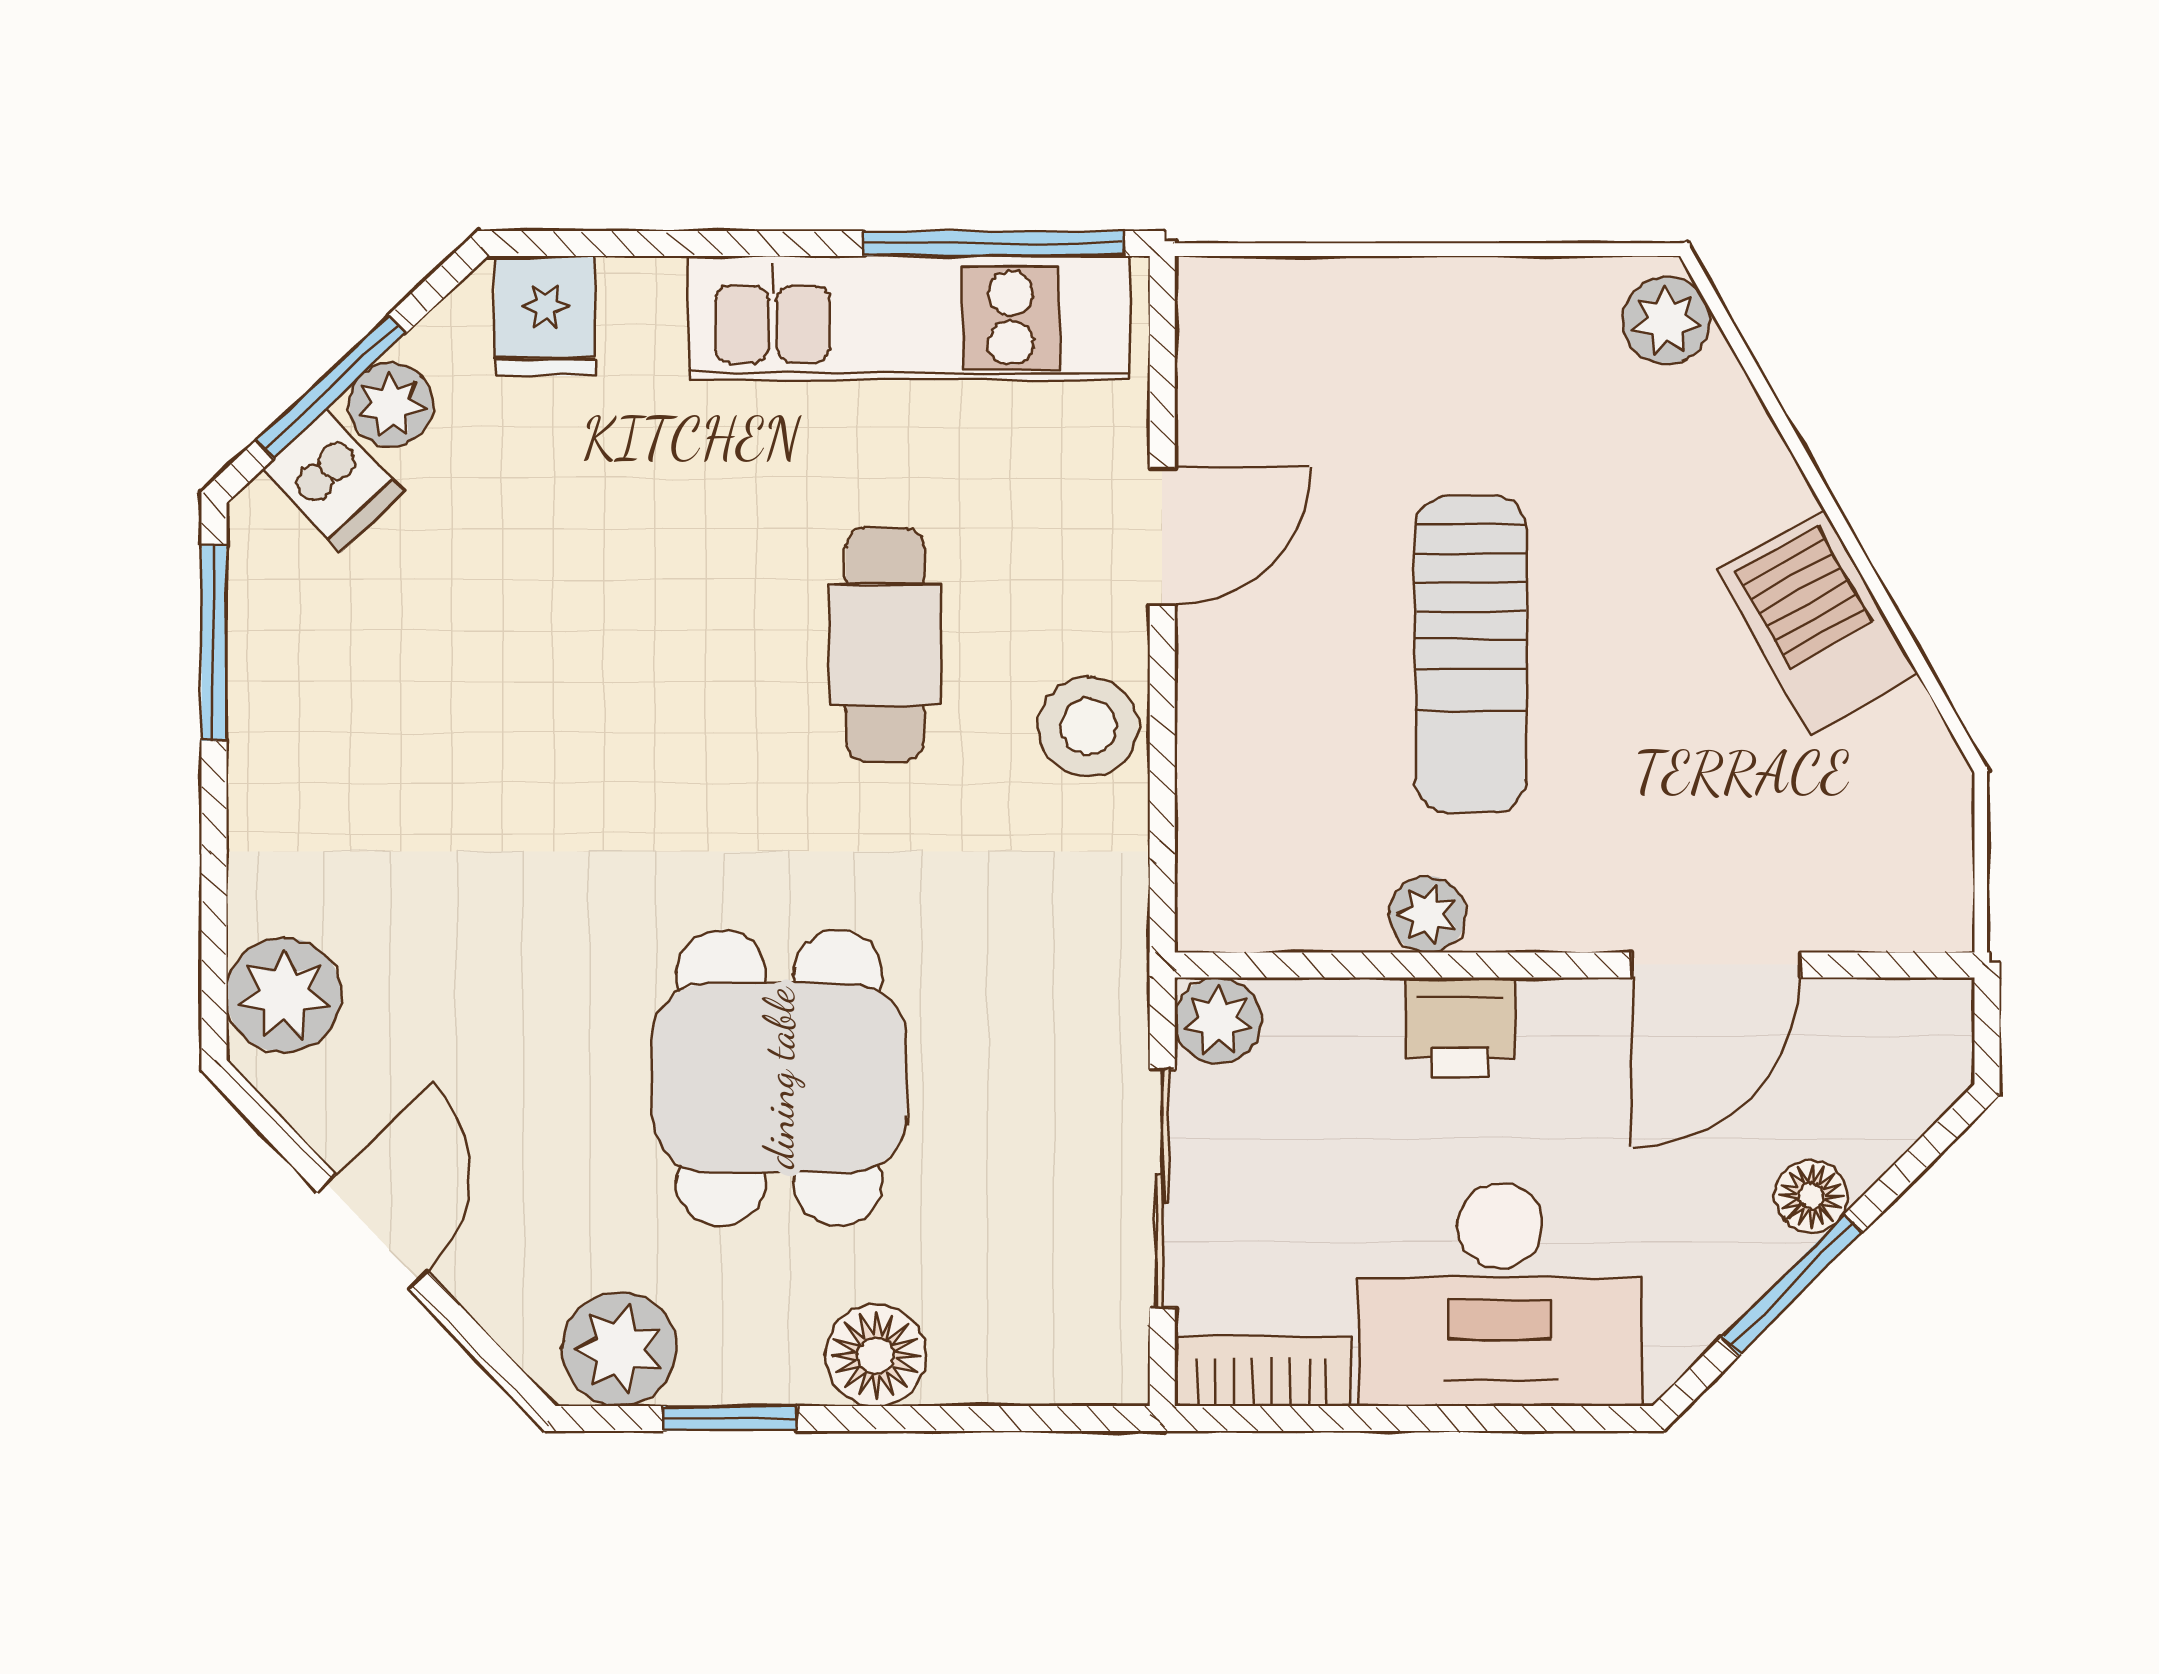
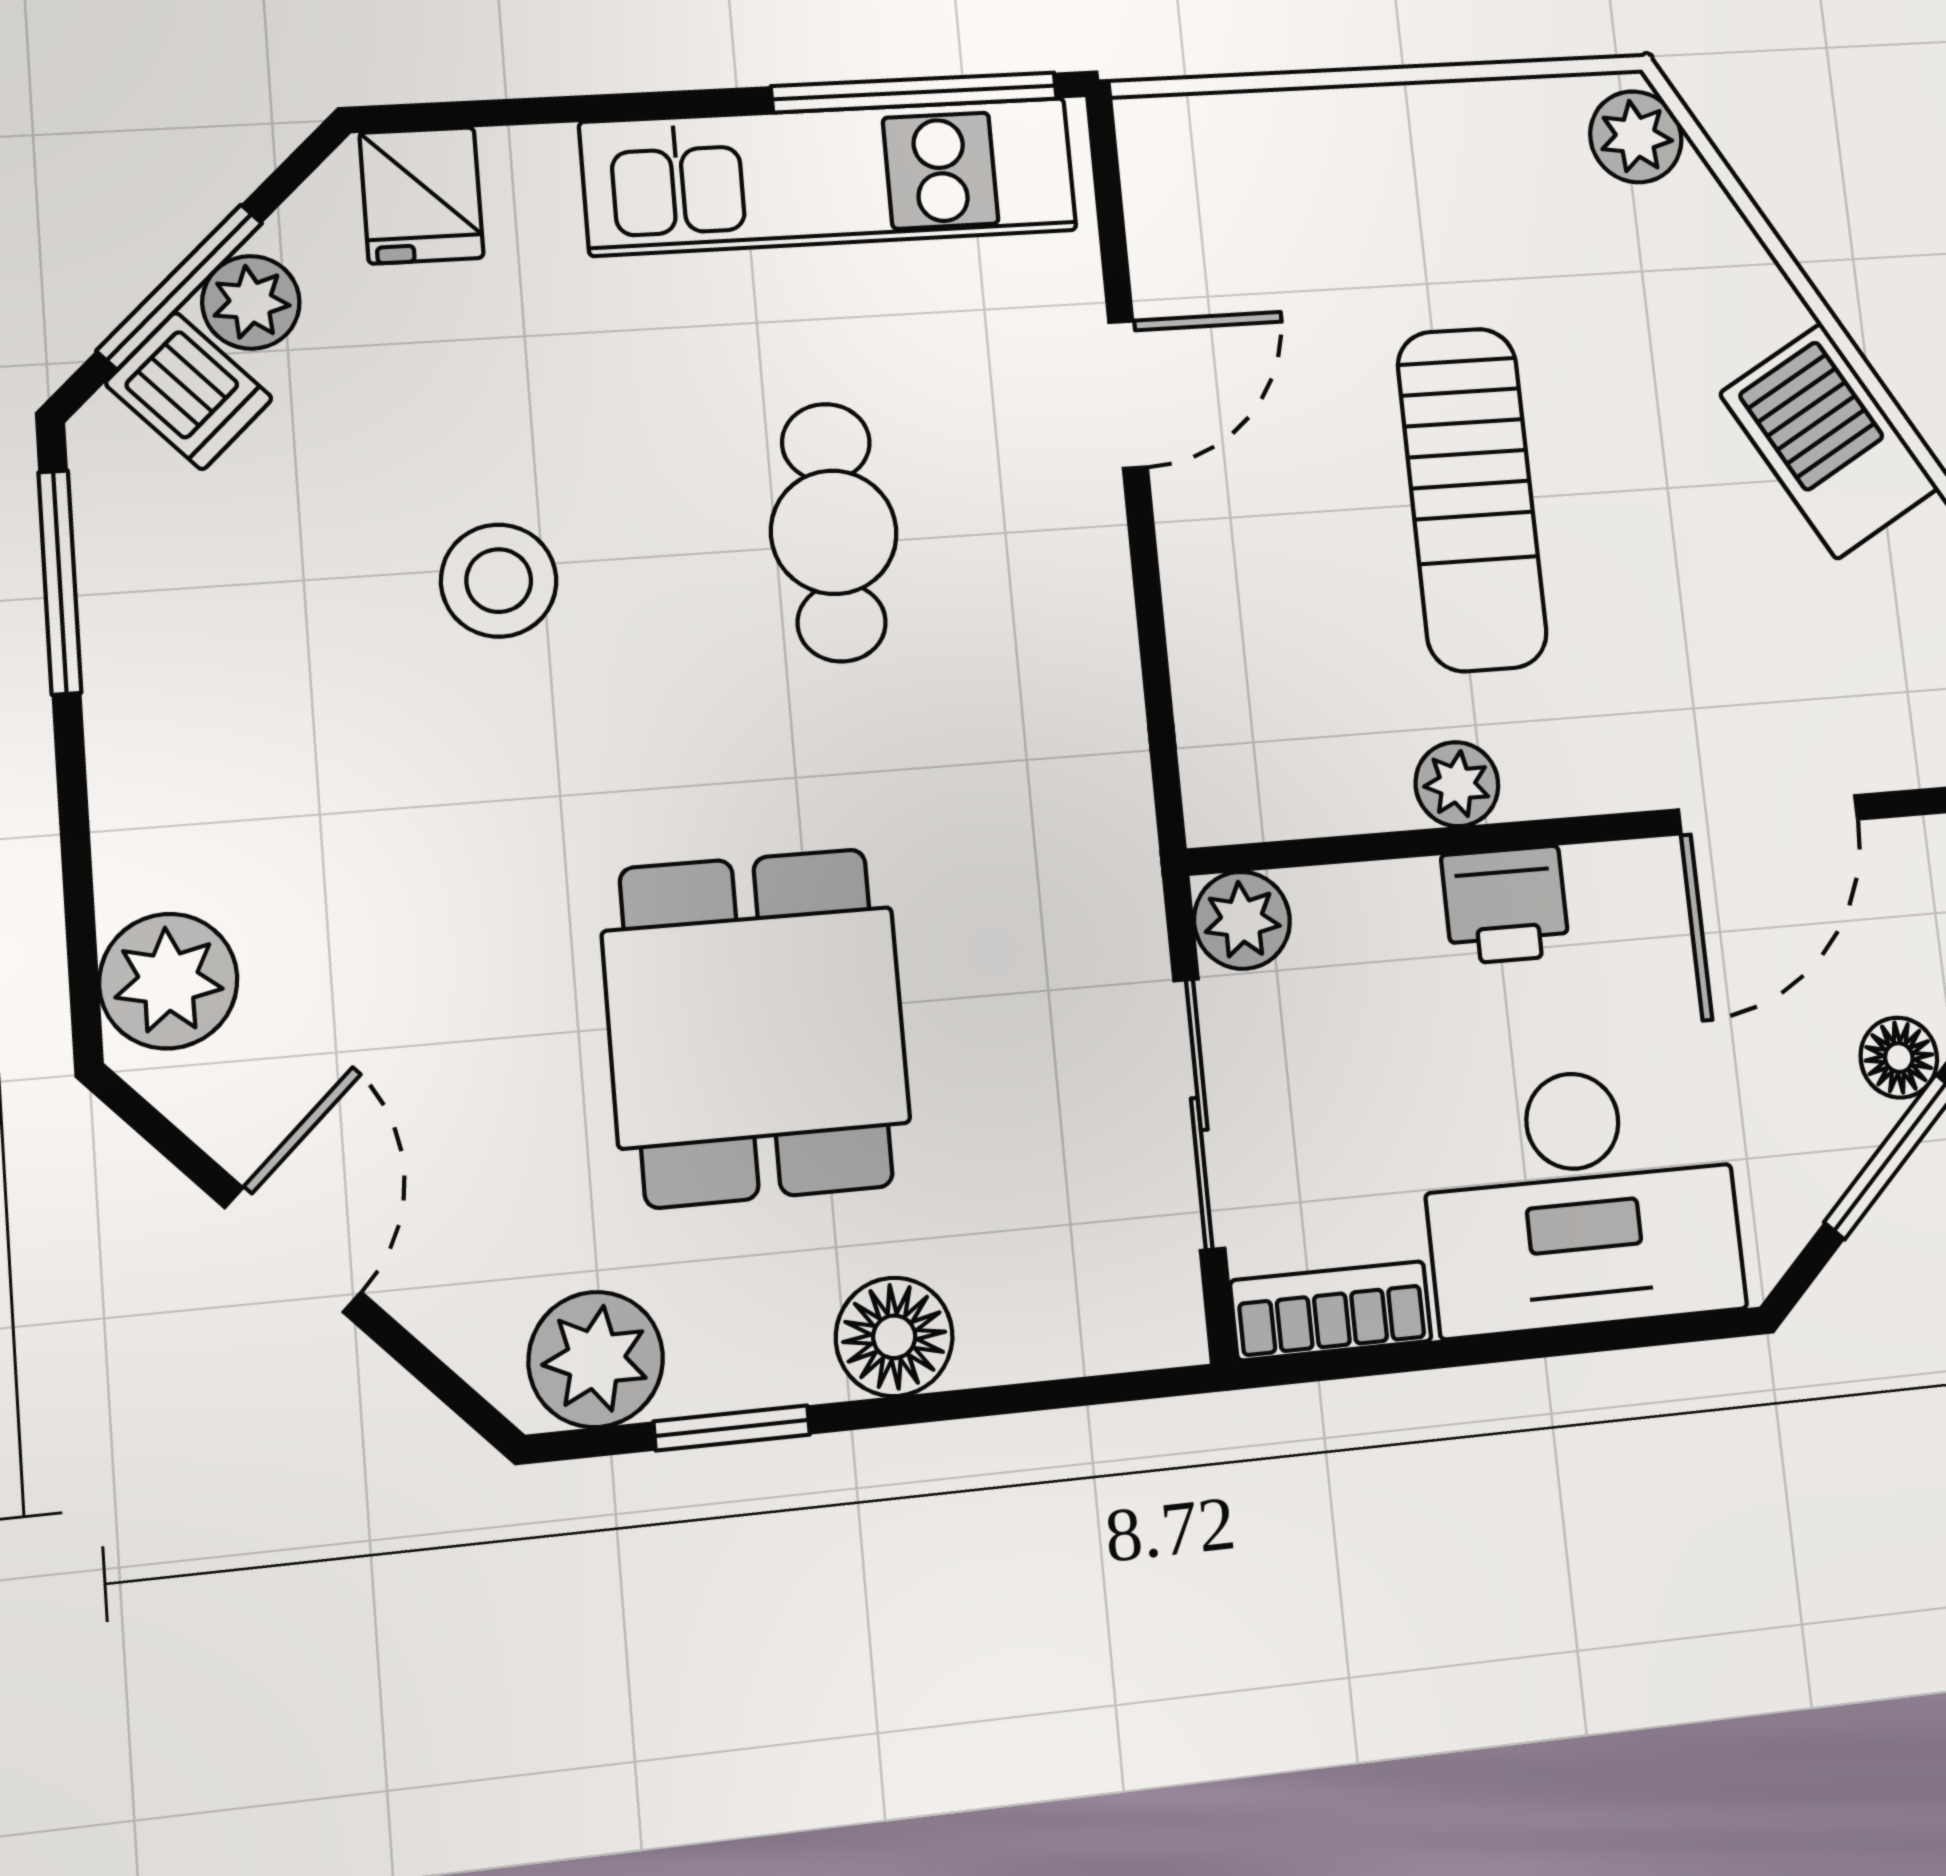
stool: (1088, 727) -> (499, 581), moved

